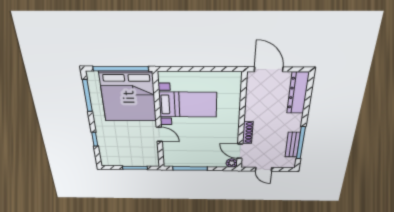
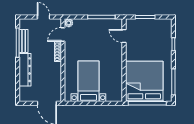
dresser: (298, 93) -> (25, 70), moved
bed with nightstands: (188, 105) -> (88, 81), moved, turned 90
door: (159, 134) -> (124, 36), moved
door: (240, 151) -> (63, 34), swing flipped

